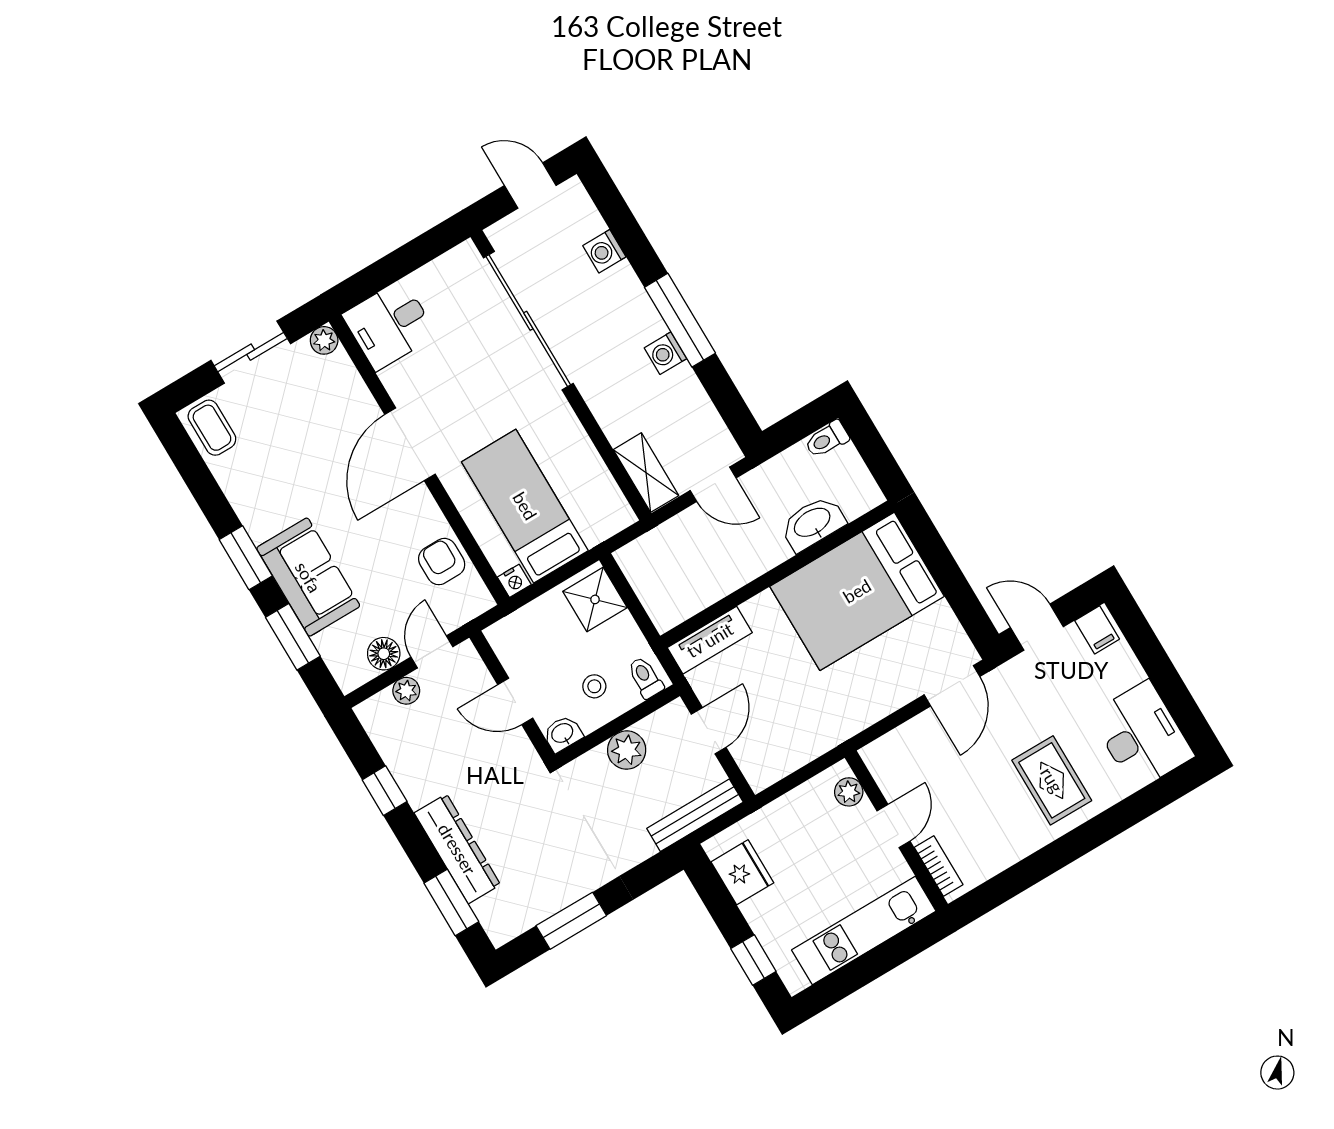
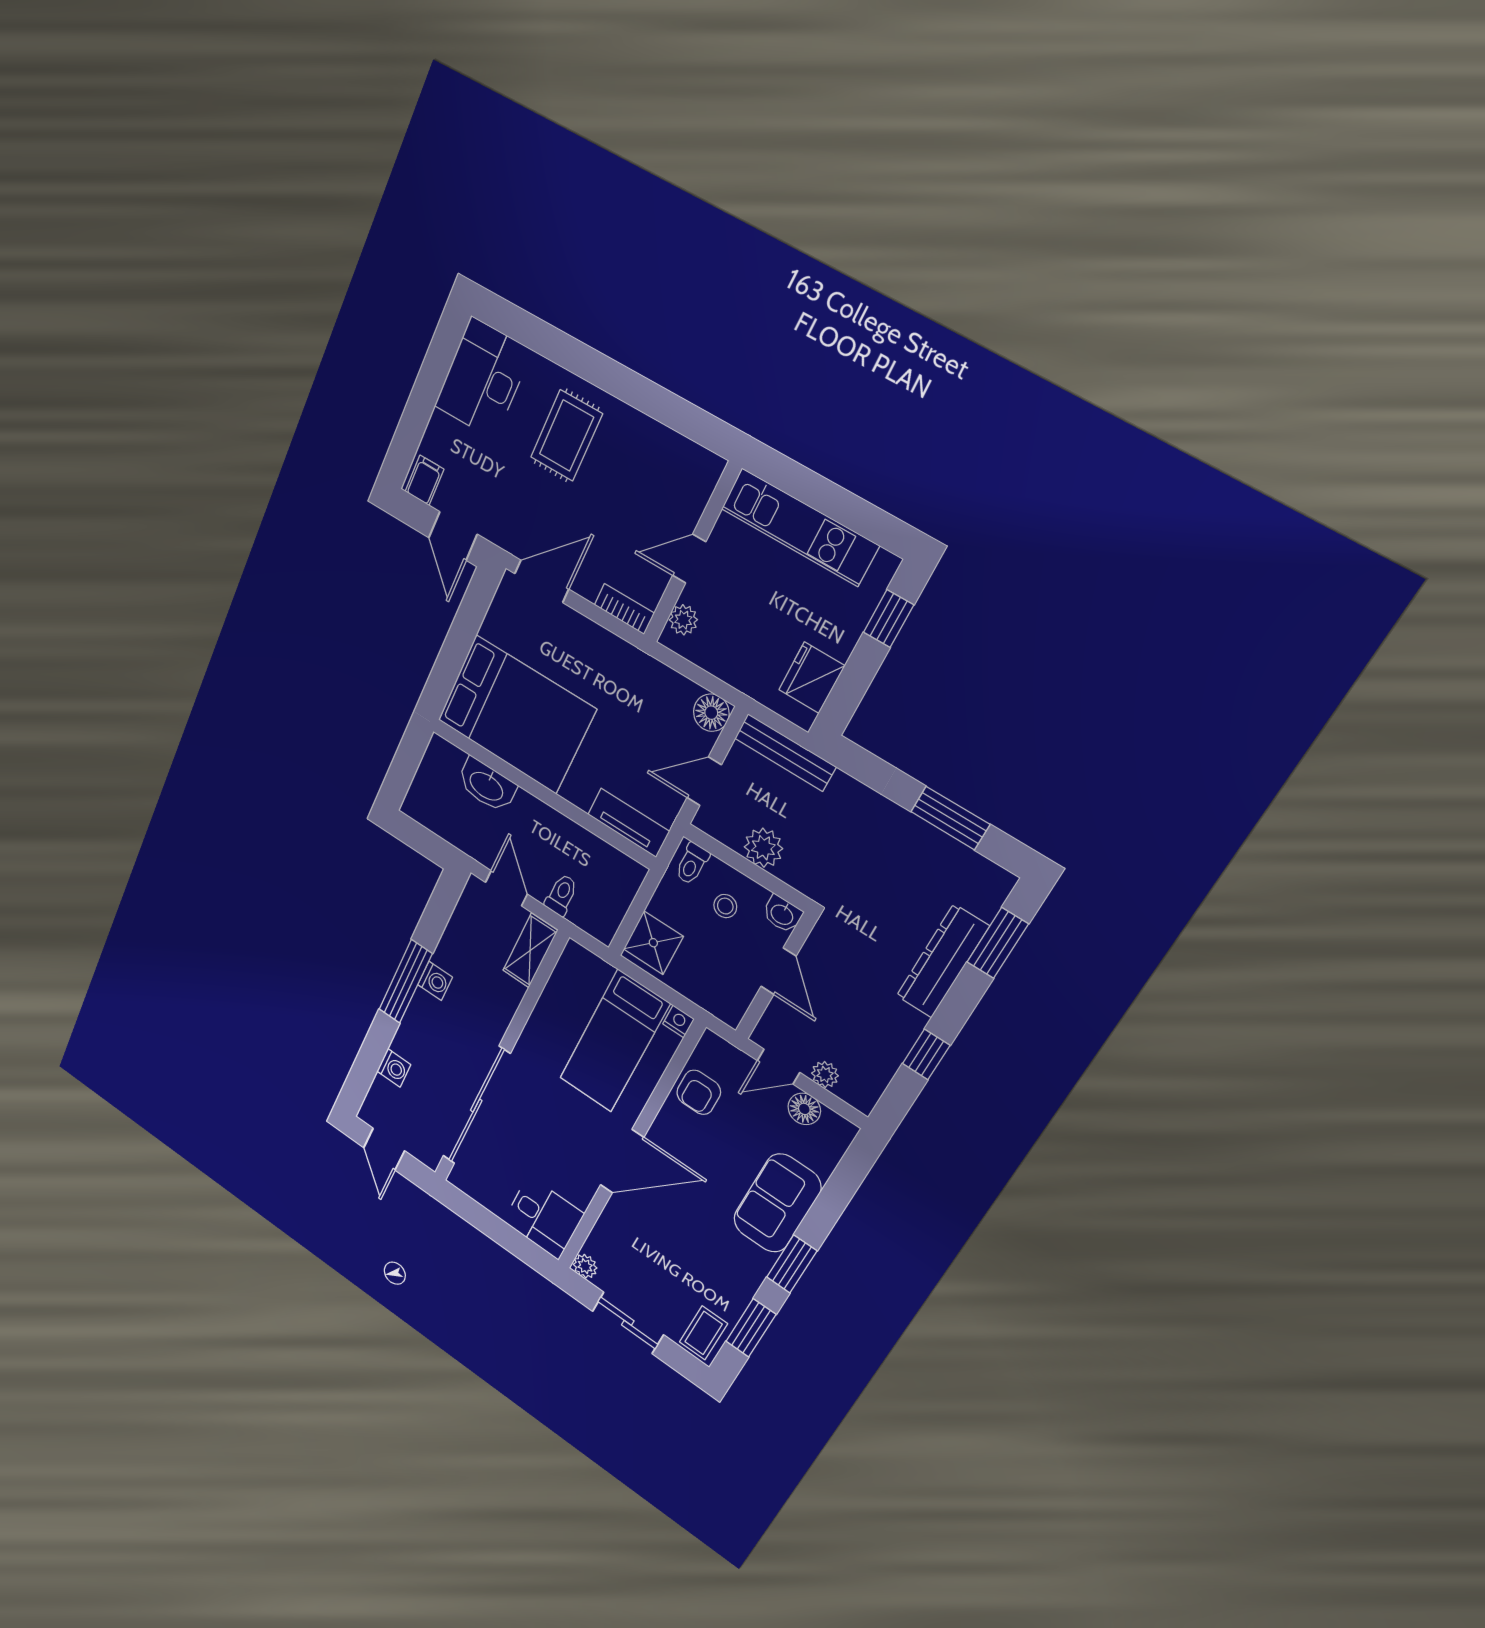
toilet: (827, 439) -> (561, 895), moved, turned -90
window: (293, 637) -> (751, 1328), moved
floor lamp: (761, 771) -> (711, 713), added
bookcase: (939, 866) -> (624, 609), moved, turned 90

